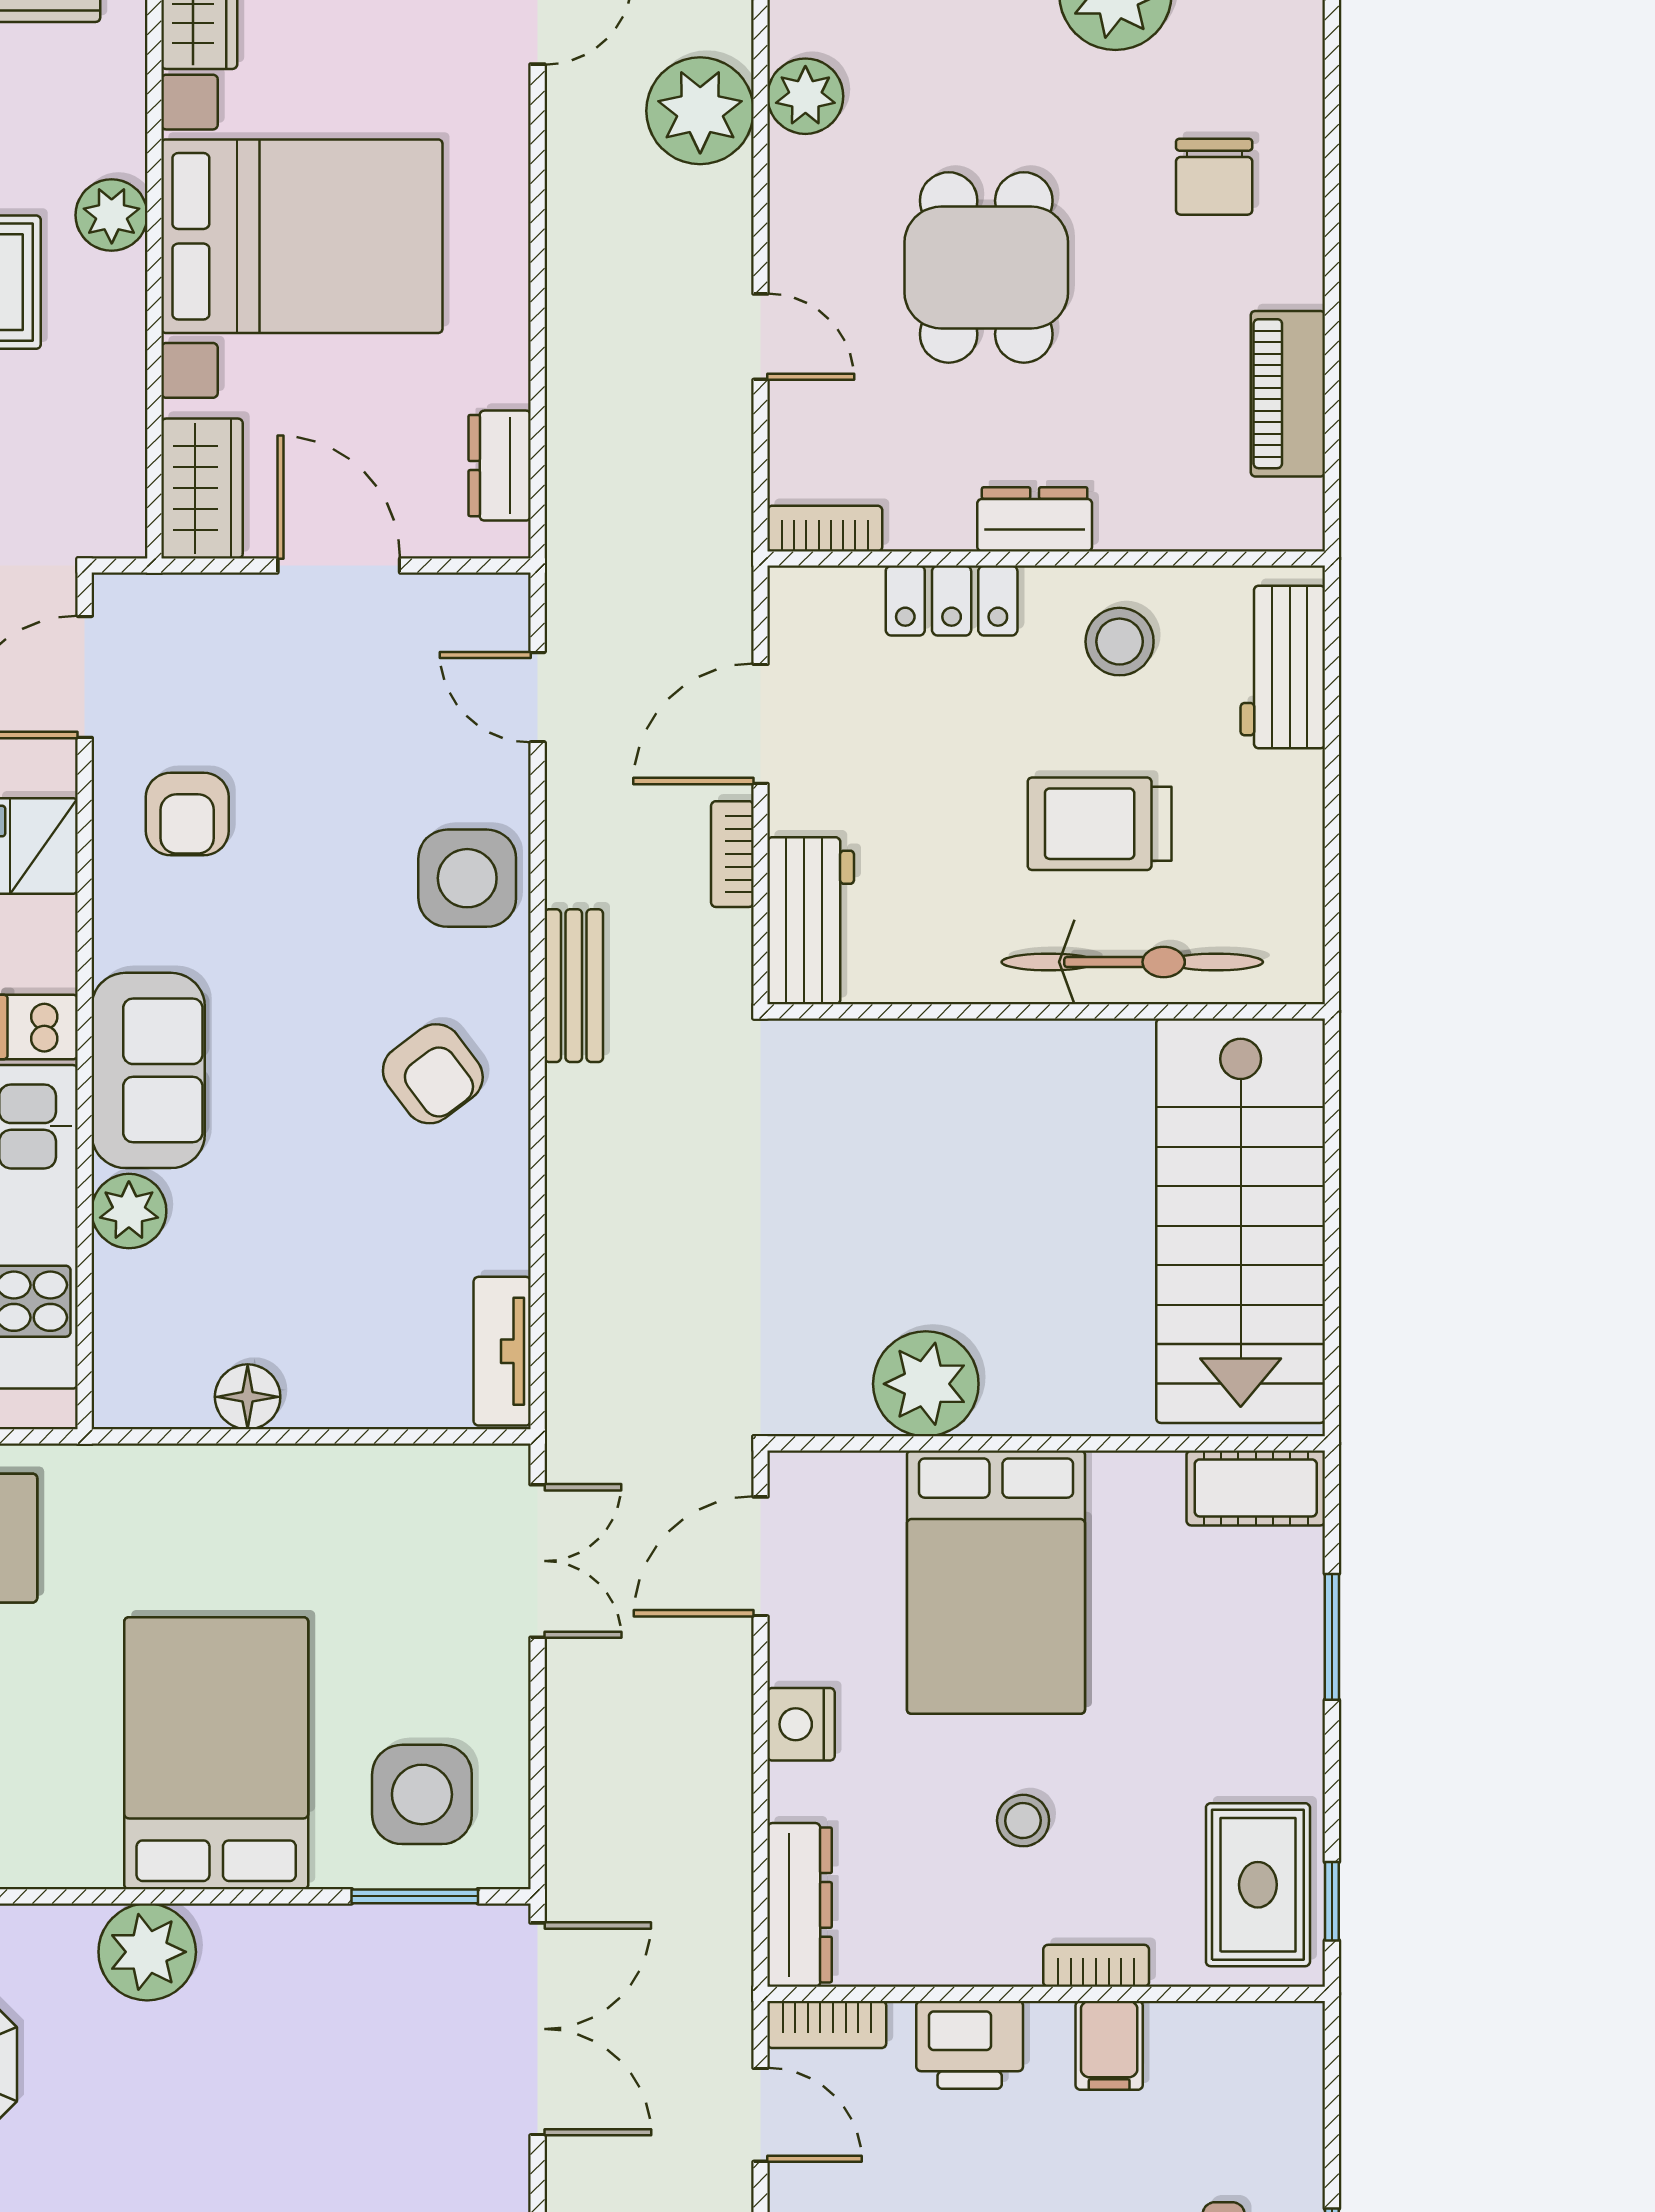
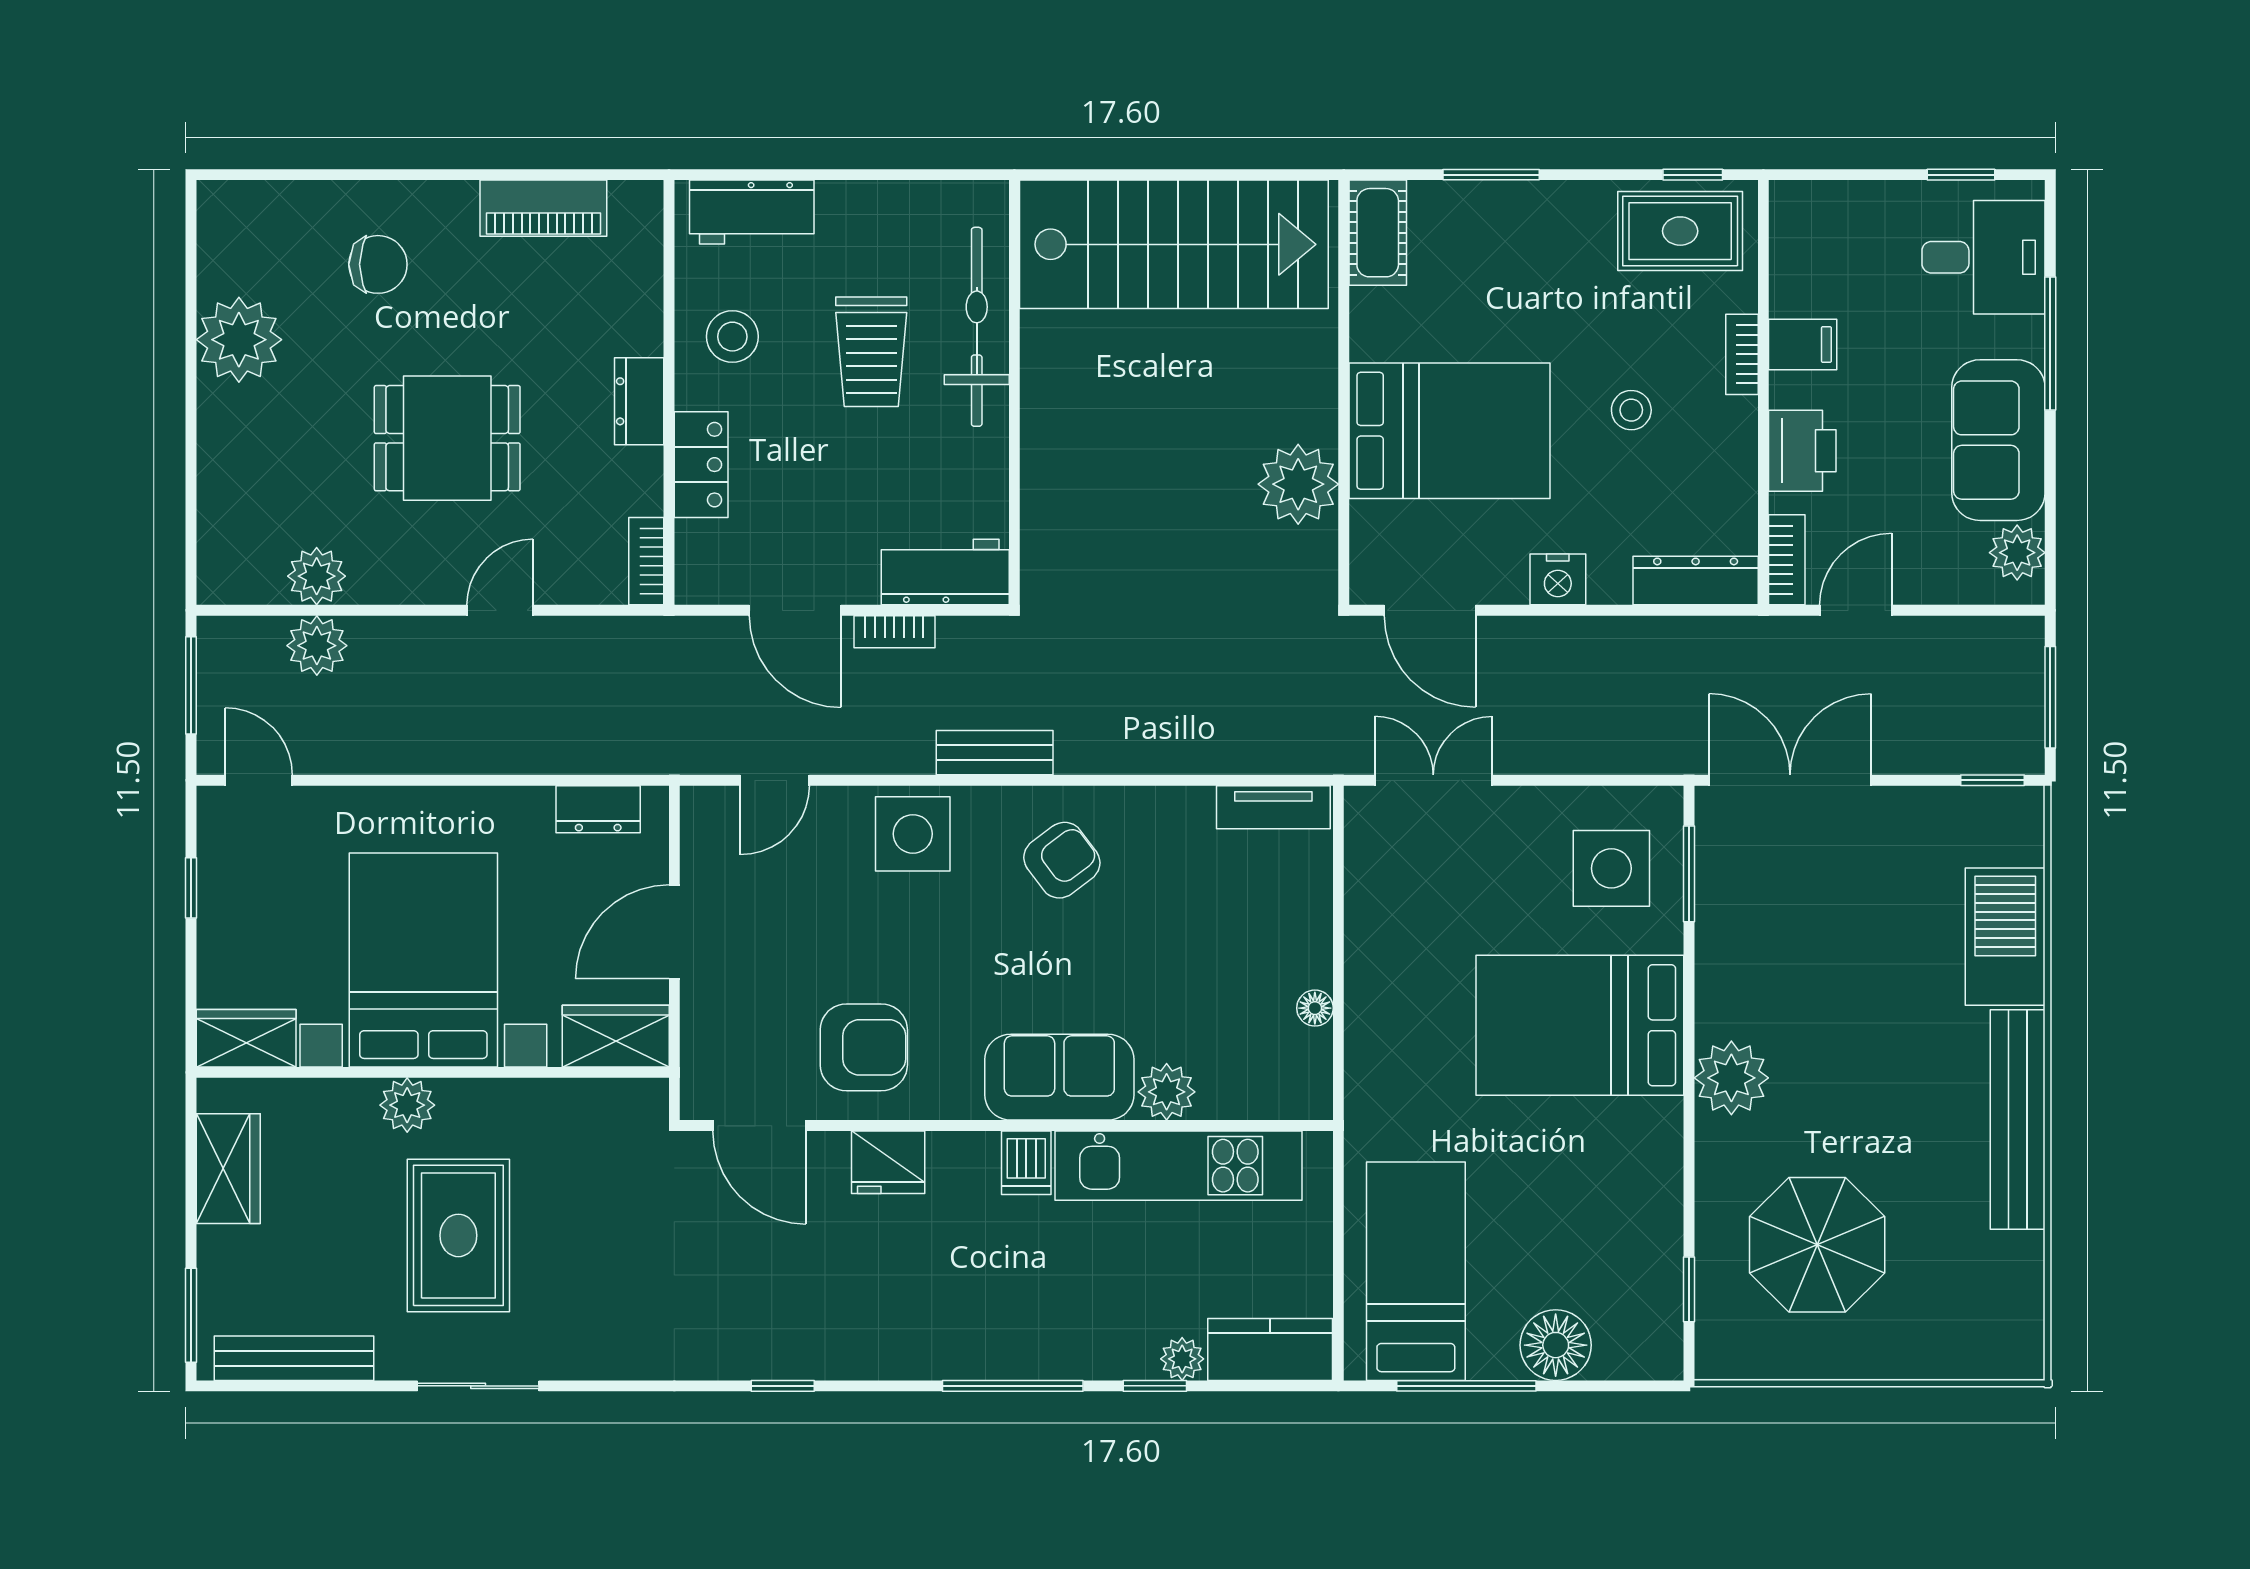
plant: (700, 111) -> (317, 646), width x0.73, depth x0.73
armchair: (187, 814) -> (864, 1047), width x1.38, depth x1.38
floor lamp: (248, 1397) -> (1315, 1008), width x0.73, depth x0.73

